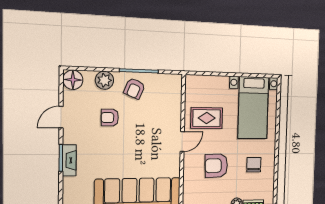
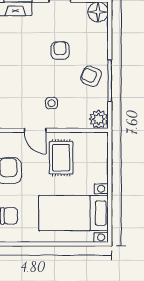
plant: (104, 80) -> (99, 119), moved
side table: (158, 126) -> (52, 103), added

